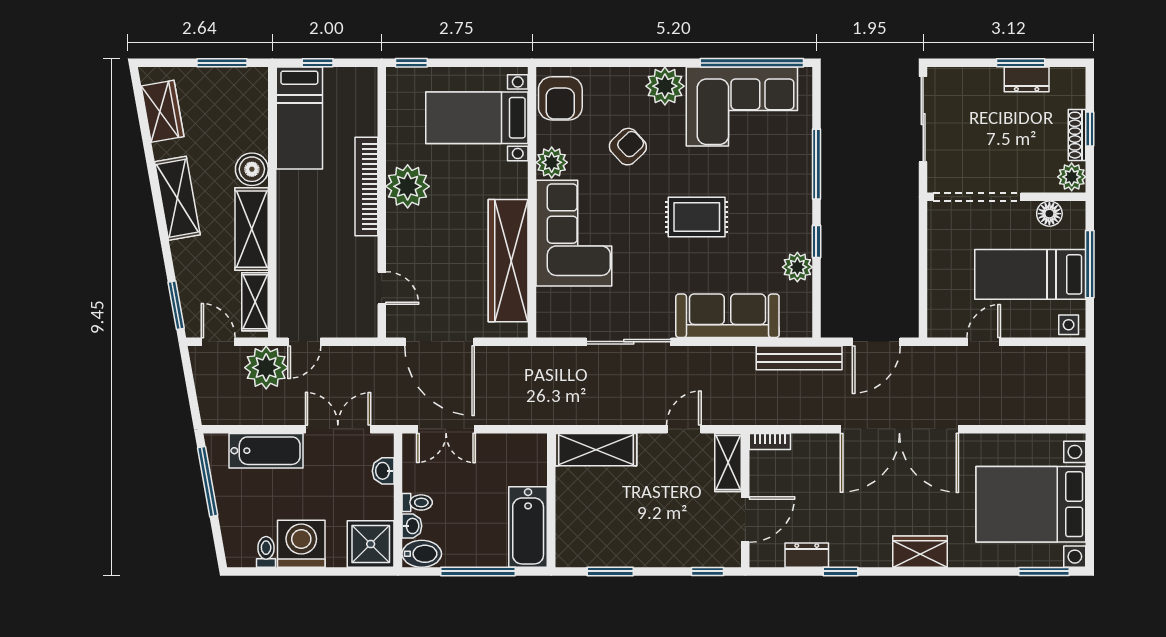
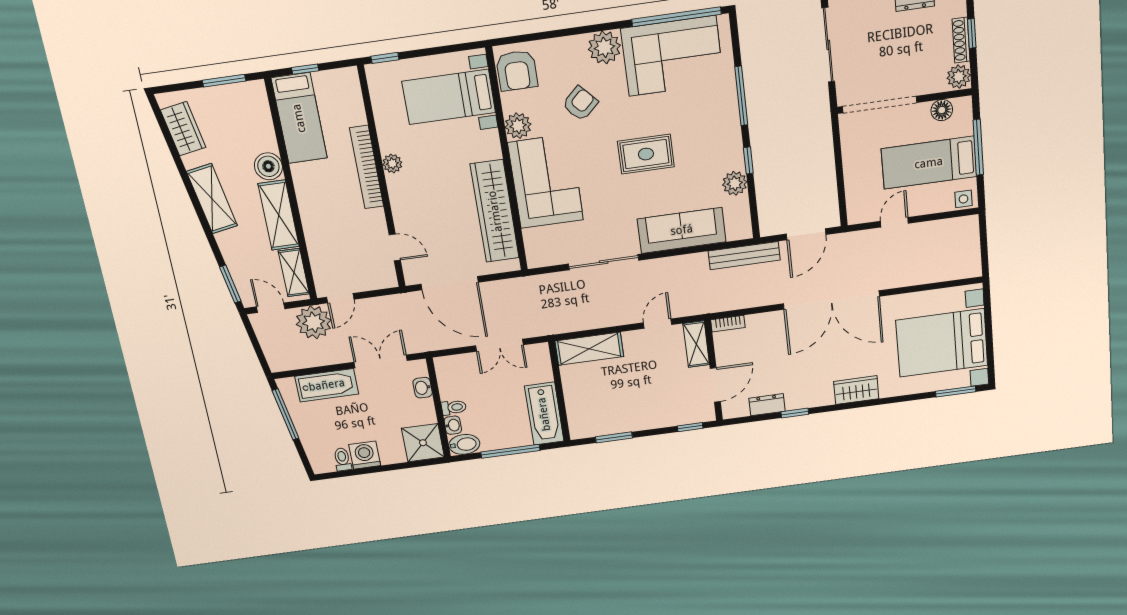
plant: (408, 186) -> (392, 164), width x0.53, depth x0.53
double door: (446, 429) -> (499, 345), moved
washing machine: (301, 544) -> (365, 455), width x0.73, depth x0.73

